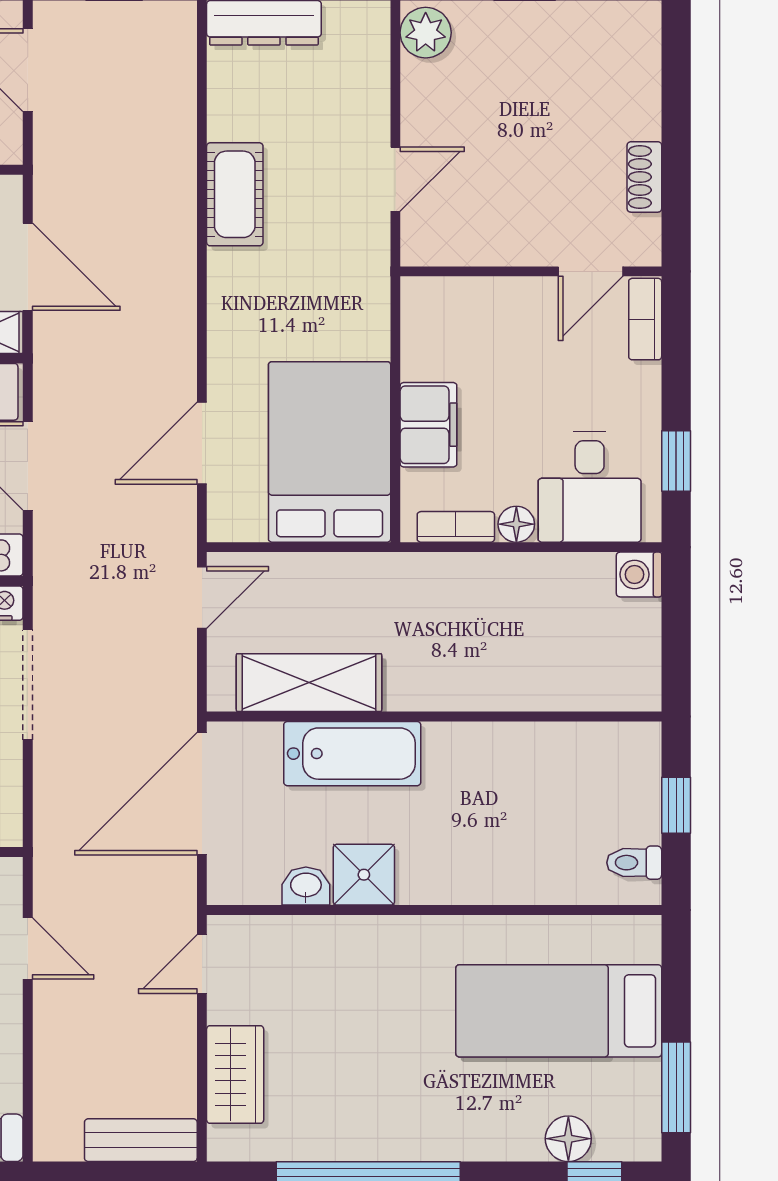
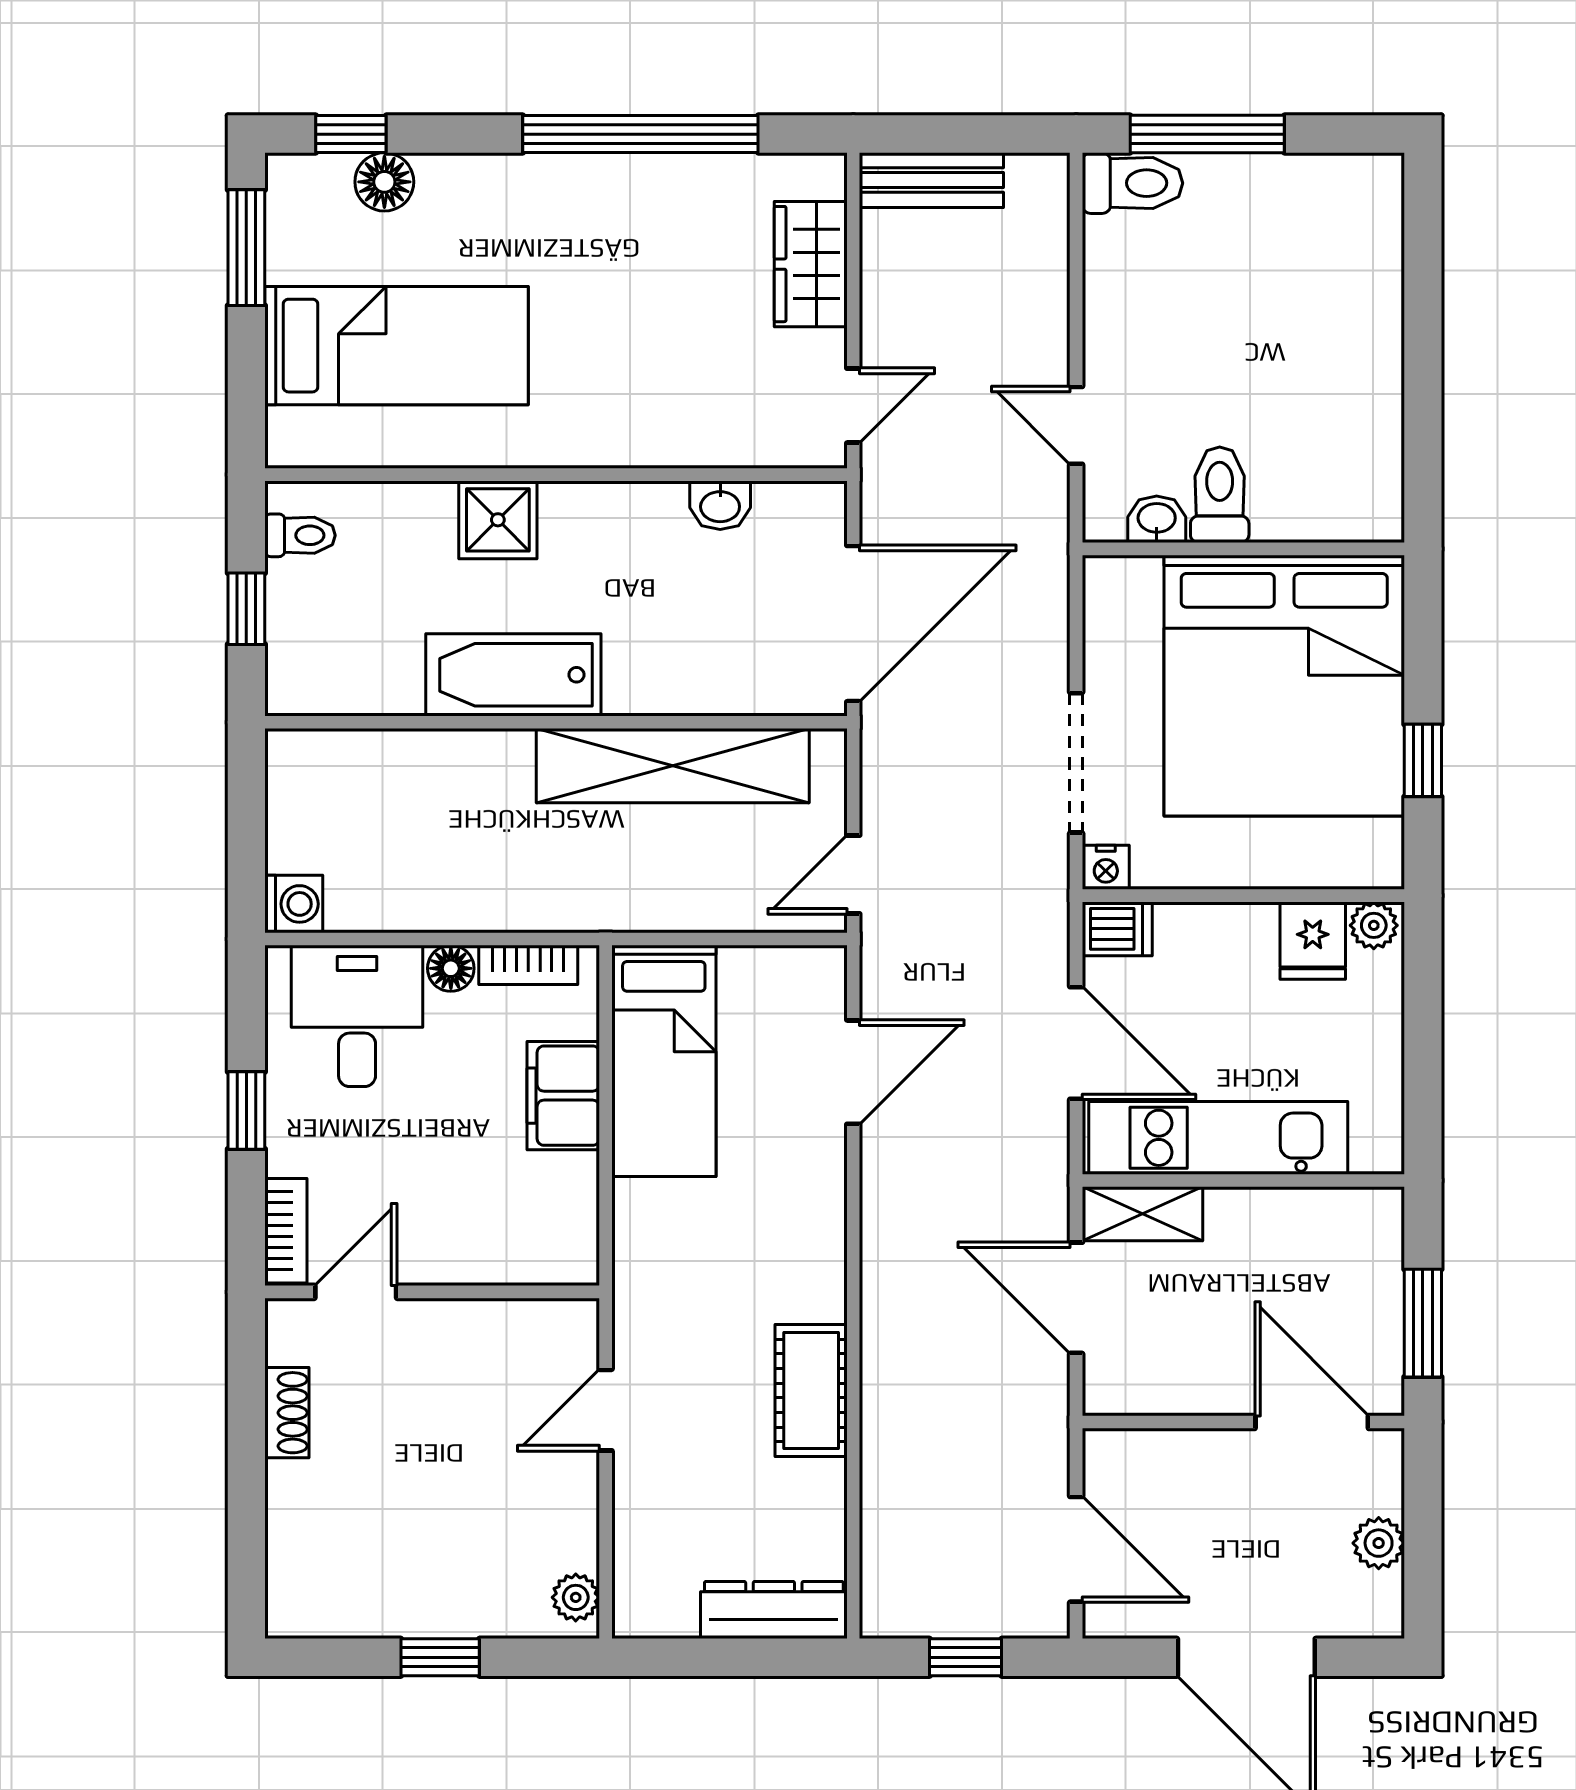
plant: (426, 33) -> (576, 1597), width x0.73, depth x0.73
bed: (330, 452) -> (664, 1061), width x0.67
window: (676, 461) -> (246, 1110), moved
shelving: (309, 683) -> (673, 766), width x1.47
bathtub: (352, 754) -> (513, 675), moved
shower: (364, 875) -> (498, 520), moved

